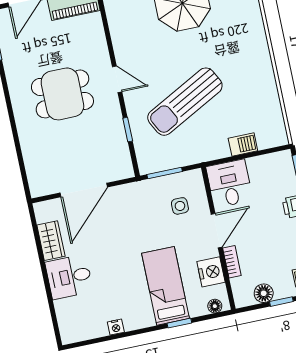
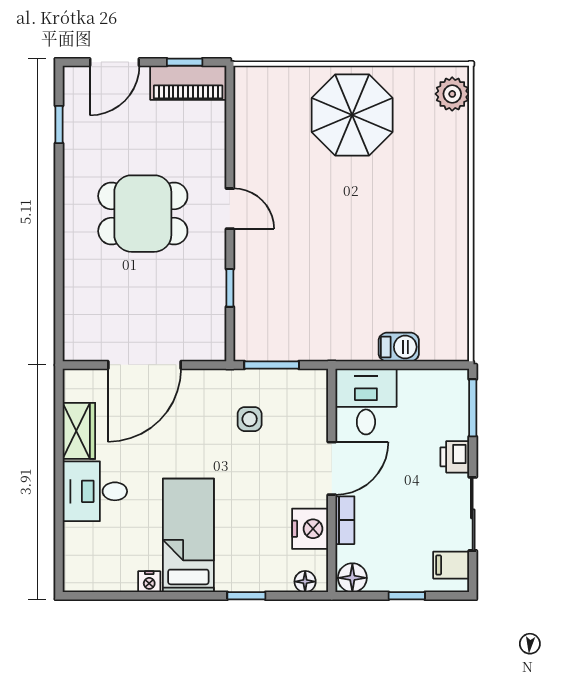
sun lounger: (185, 102) -> (325, 264), removed
side table: (180, 206) -> (250, 419), moved
bed: (166, 286) -> (188, 535), moved
floor lamp: (264, 293) -> (352, 578), moved

